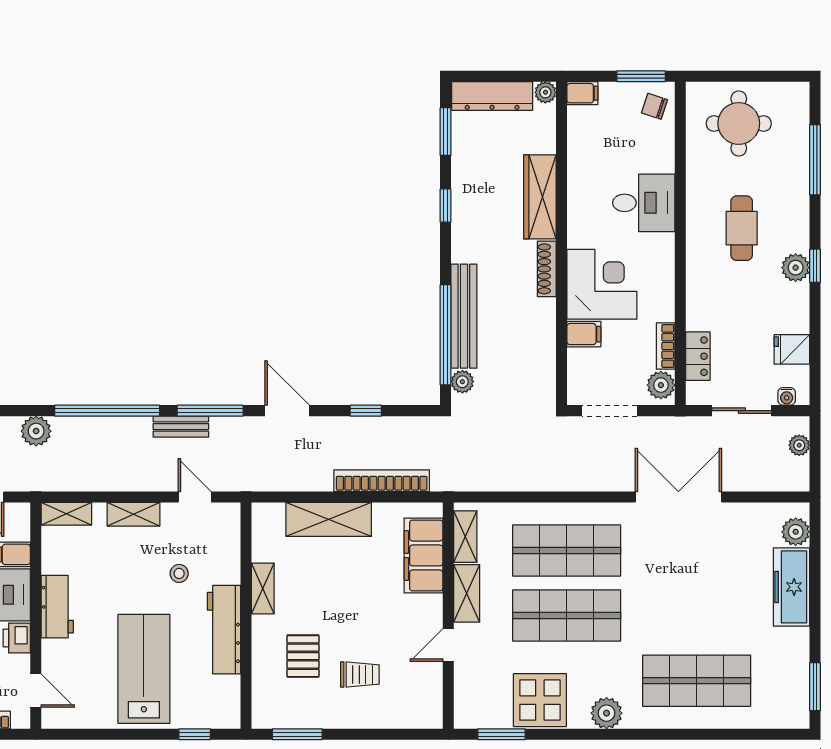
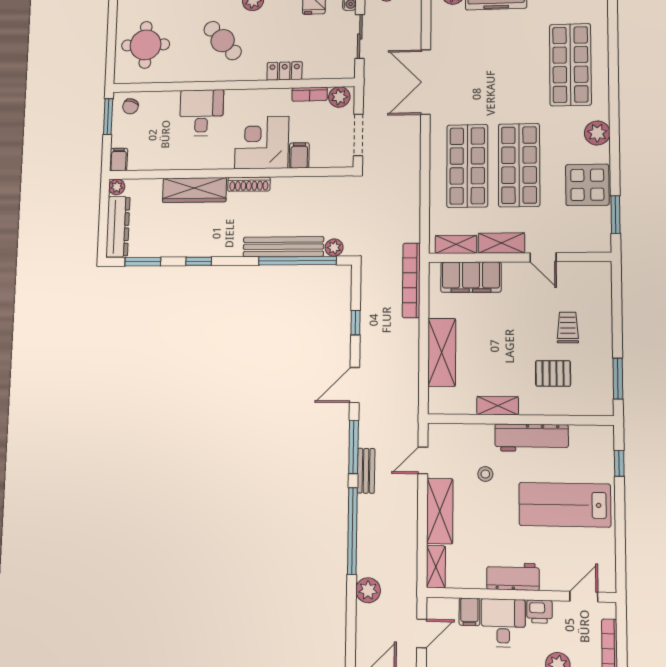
cafe table: (742, 228) -> (223, 41), turned 48
locker: (698, 356) -> (285, 71), moved
bookcase: (382, 481) -> (411, 280), moved
shelving: (133, 514) -> (440, 511), width x1.50, depth x1.33

